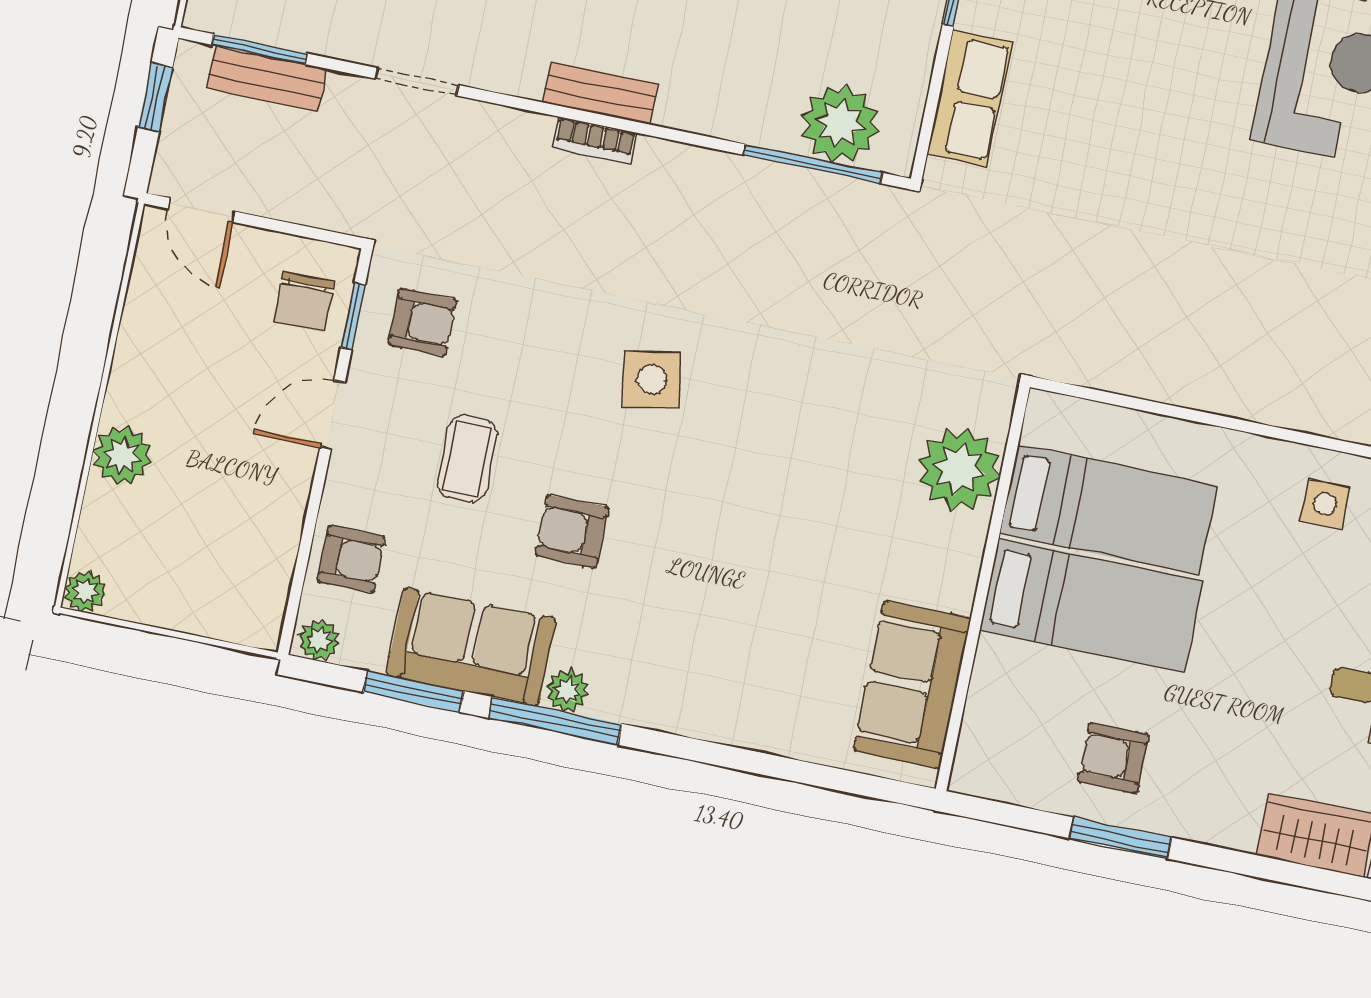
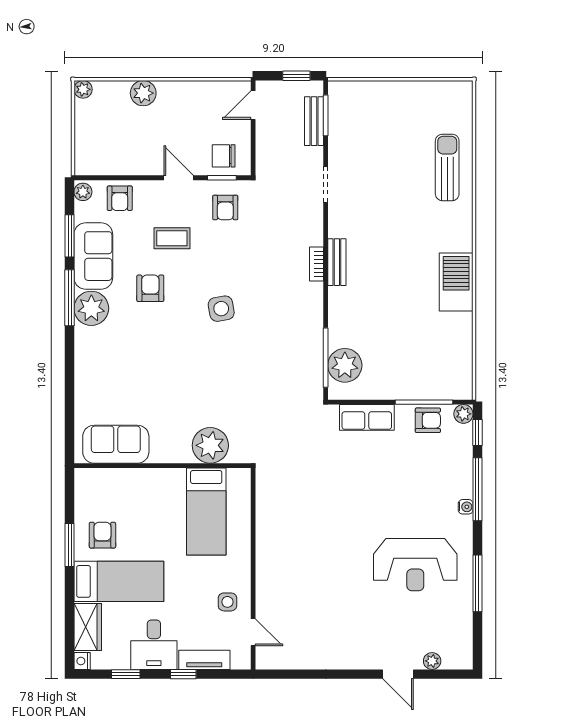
bed: (1091, 605) -> (119, 581), moved, turned -90
plant: (567, 691) -> (91, 308), width x1.87, depth x1.87

